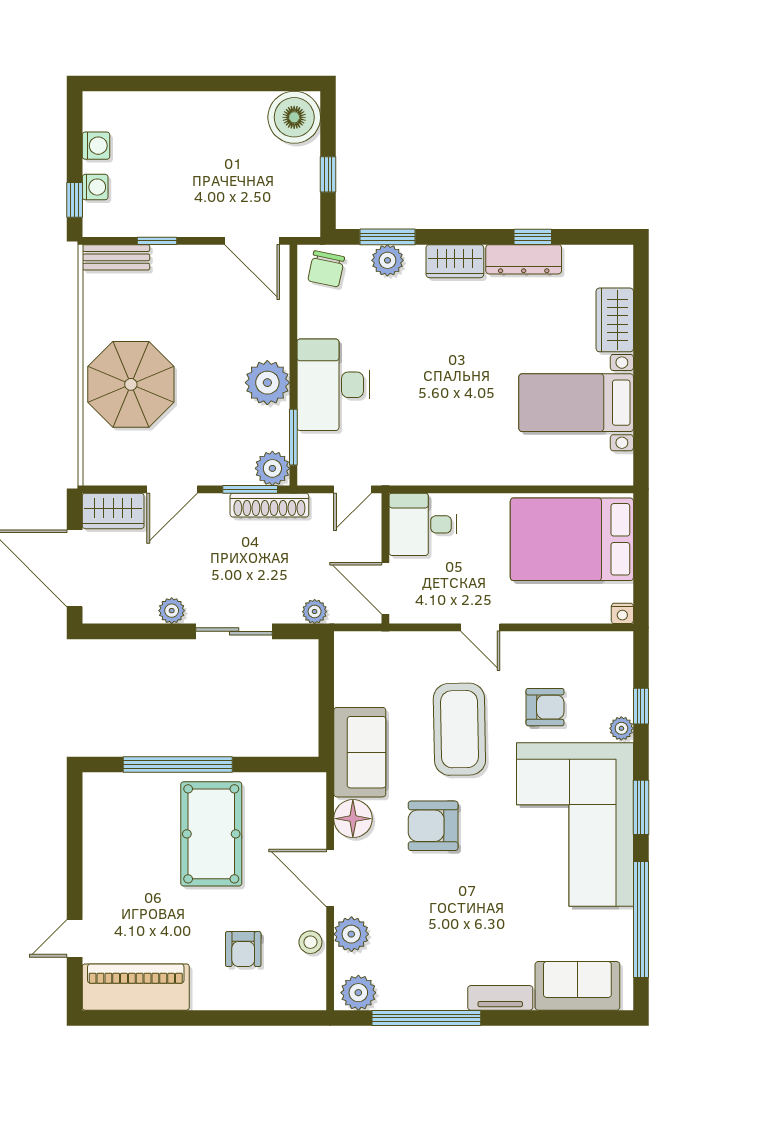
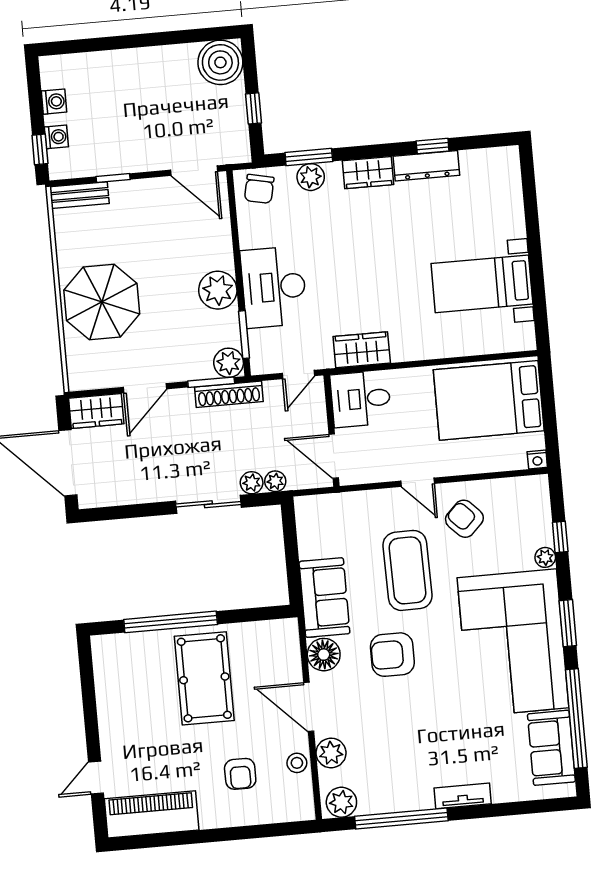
wardrobe: (615, 320) -> (362, 350), moved, turned 90
plant: (172, 611) -> (252, 483), moved
armchair: (545, 707) -> (464, 519), moved, turned -135
sofa: (577, 986) -> (551, 748), moved, turned -90

